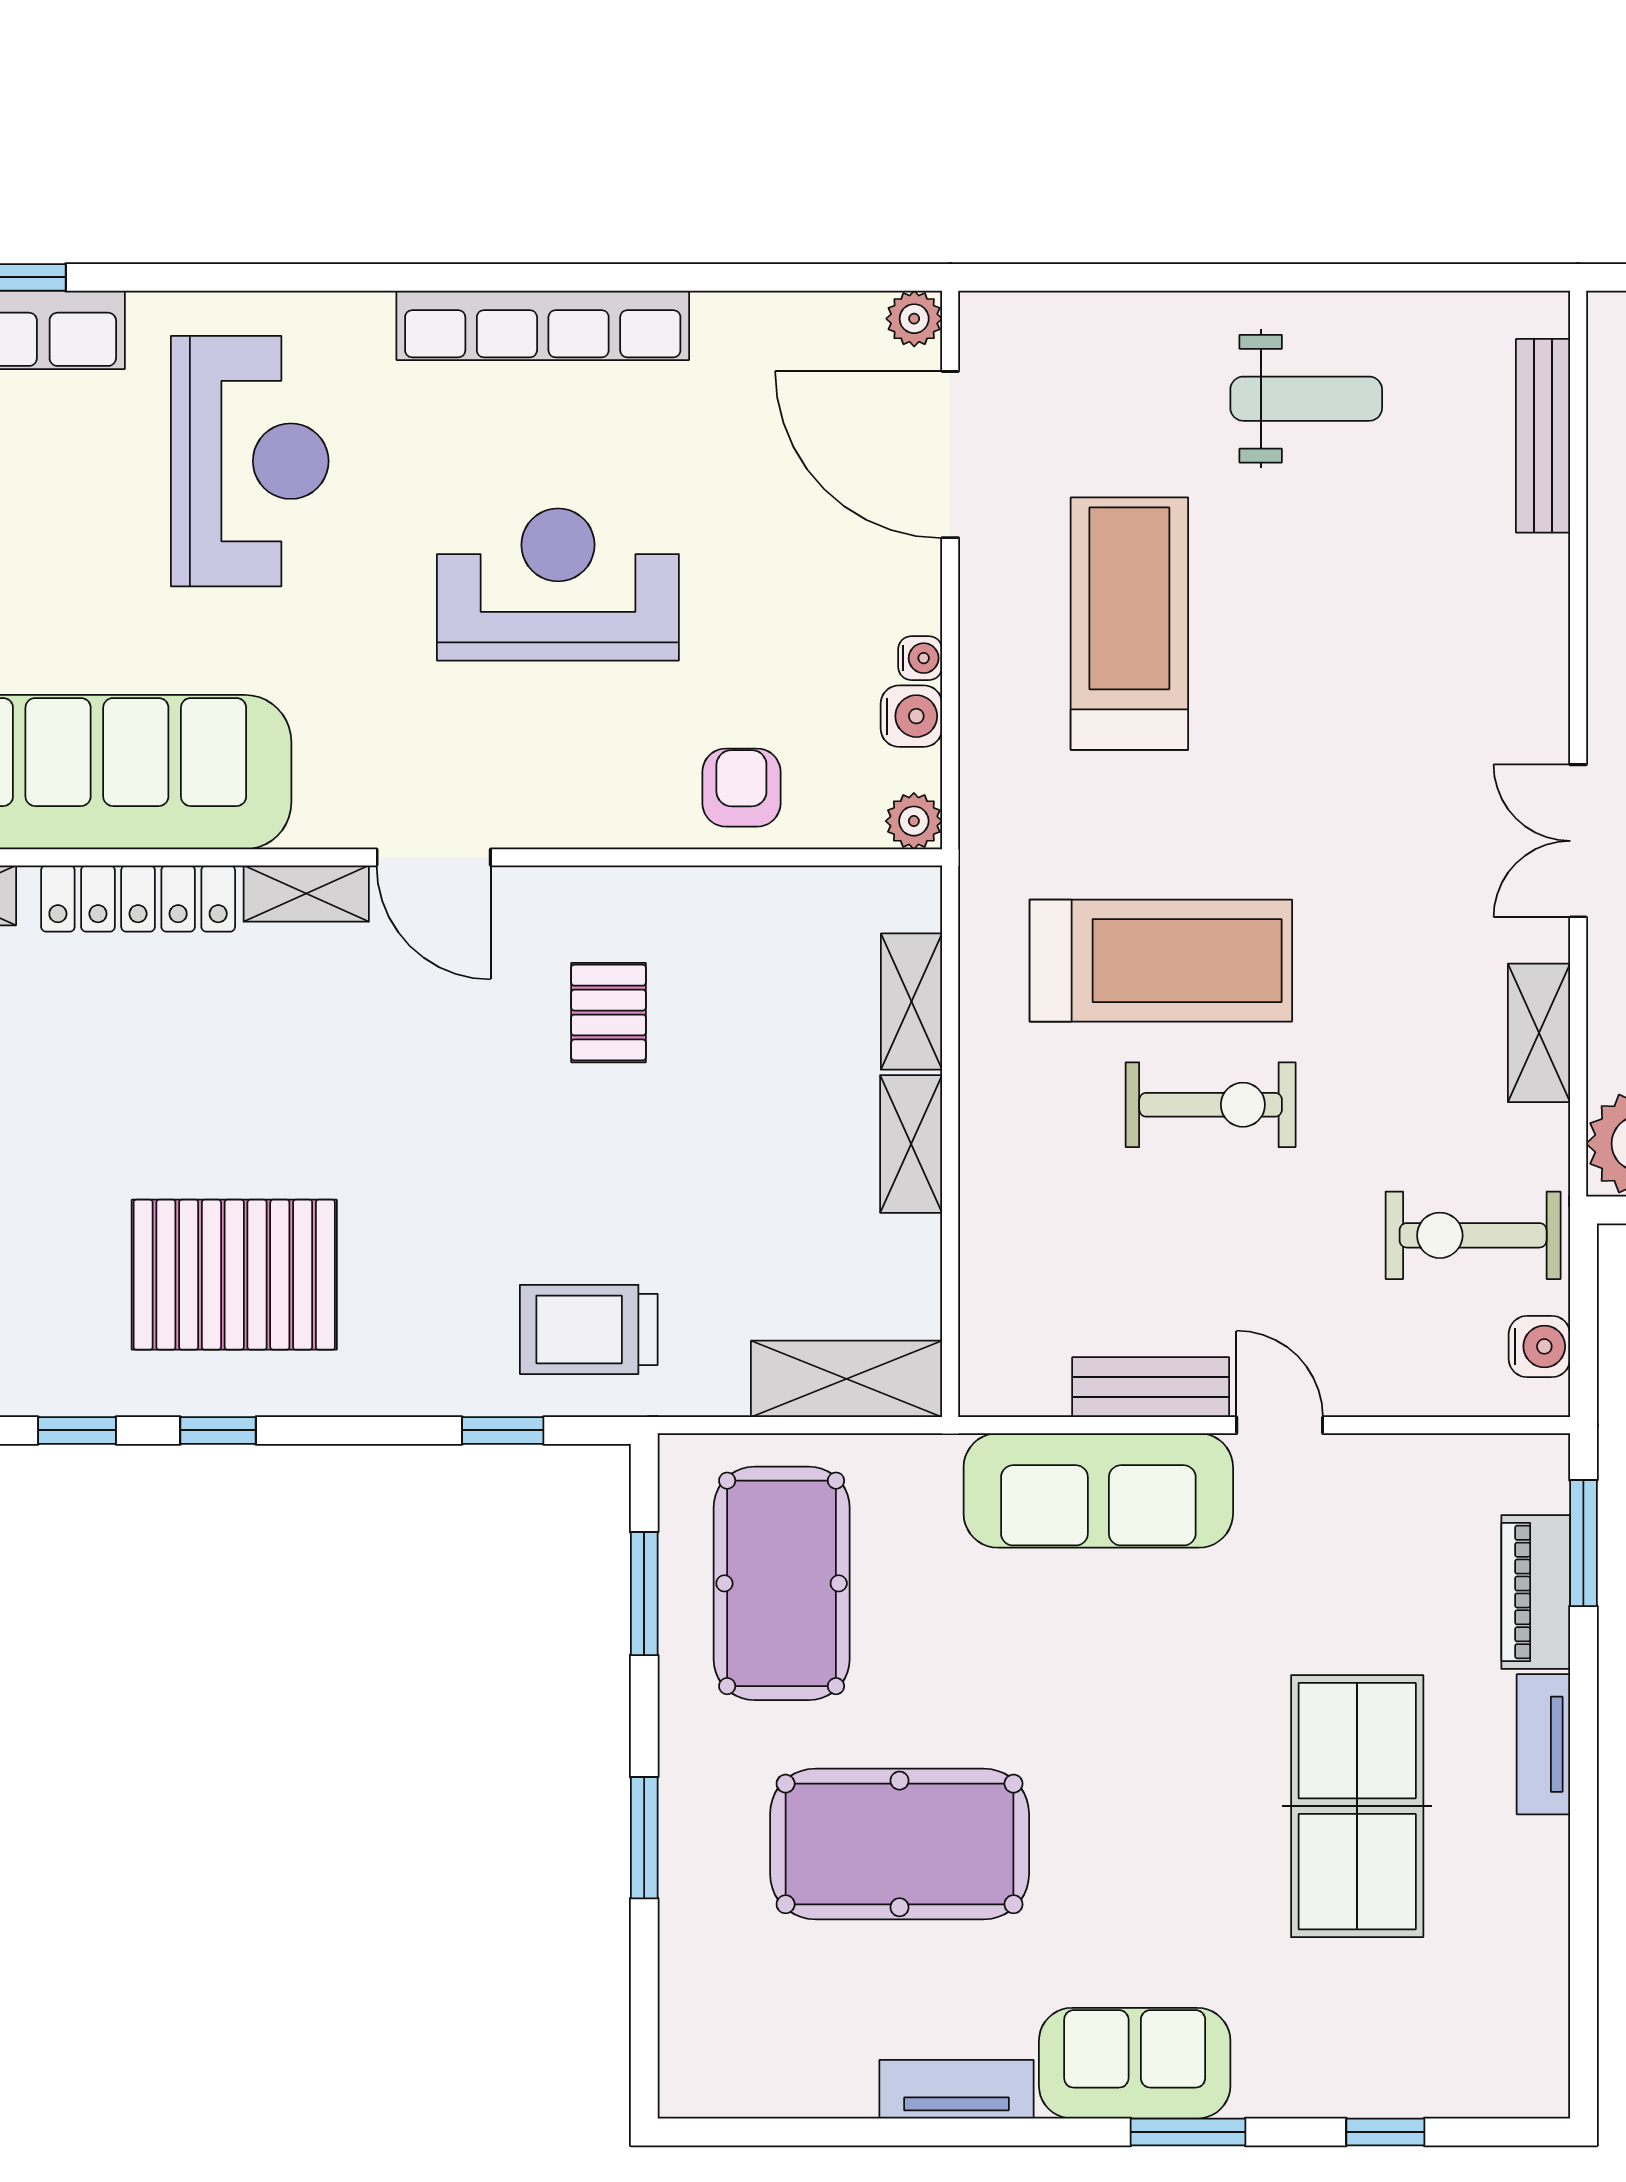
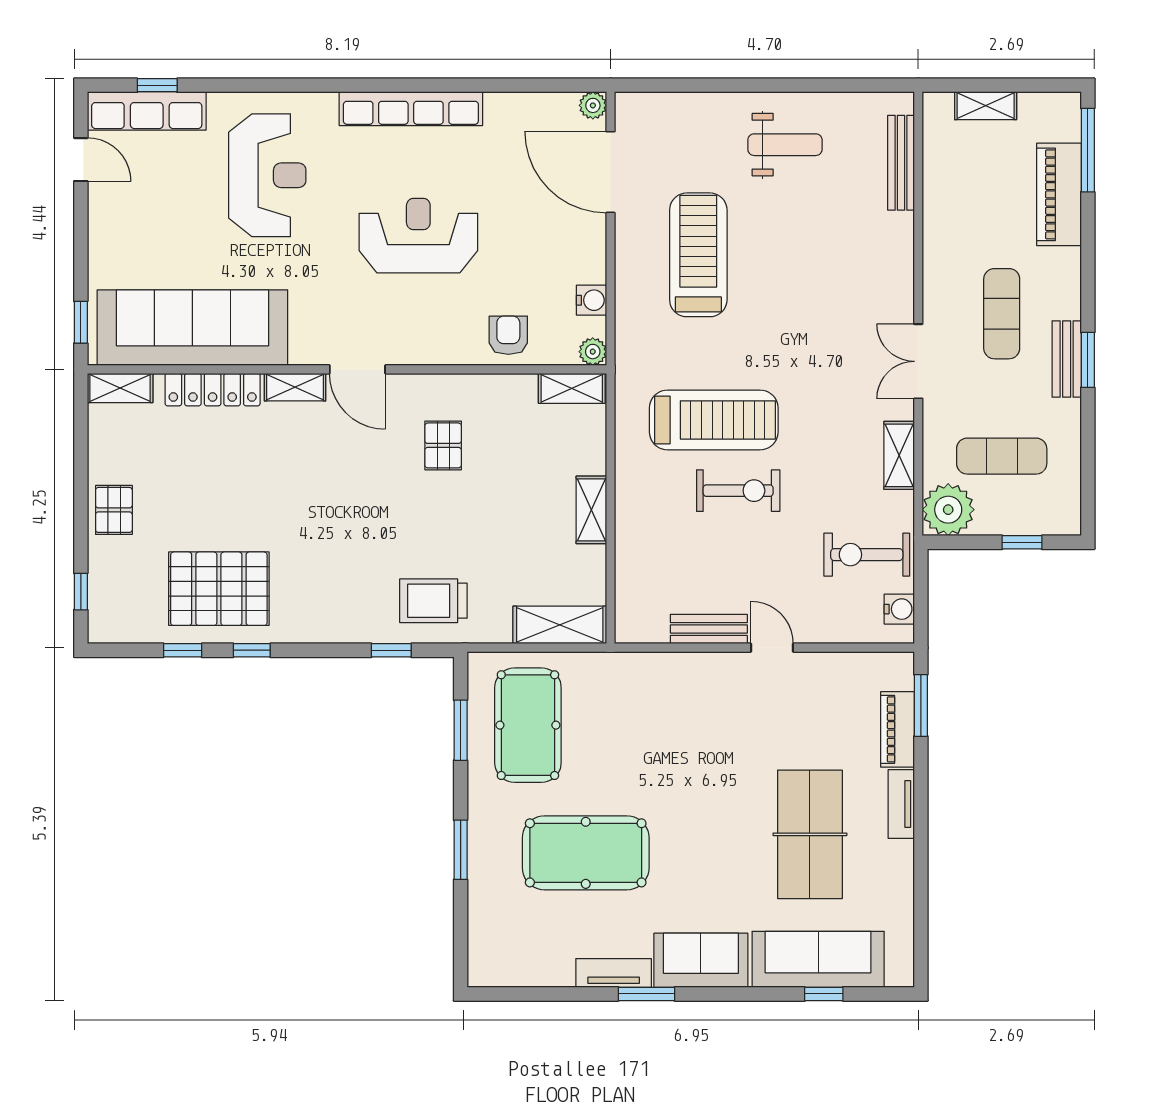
water cooler: (920, 658) -> (596, 272), removed
shelving: (911, 1002) -> (572, 388), moved, turned 90
pallet: (234, 1275) -> (219, 589), moved
sofa: (1098, 1490) -> (818, 959), moved, turned 180
window: (1188, 2132) -> (647, 994), moved

